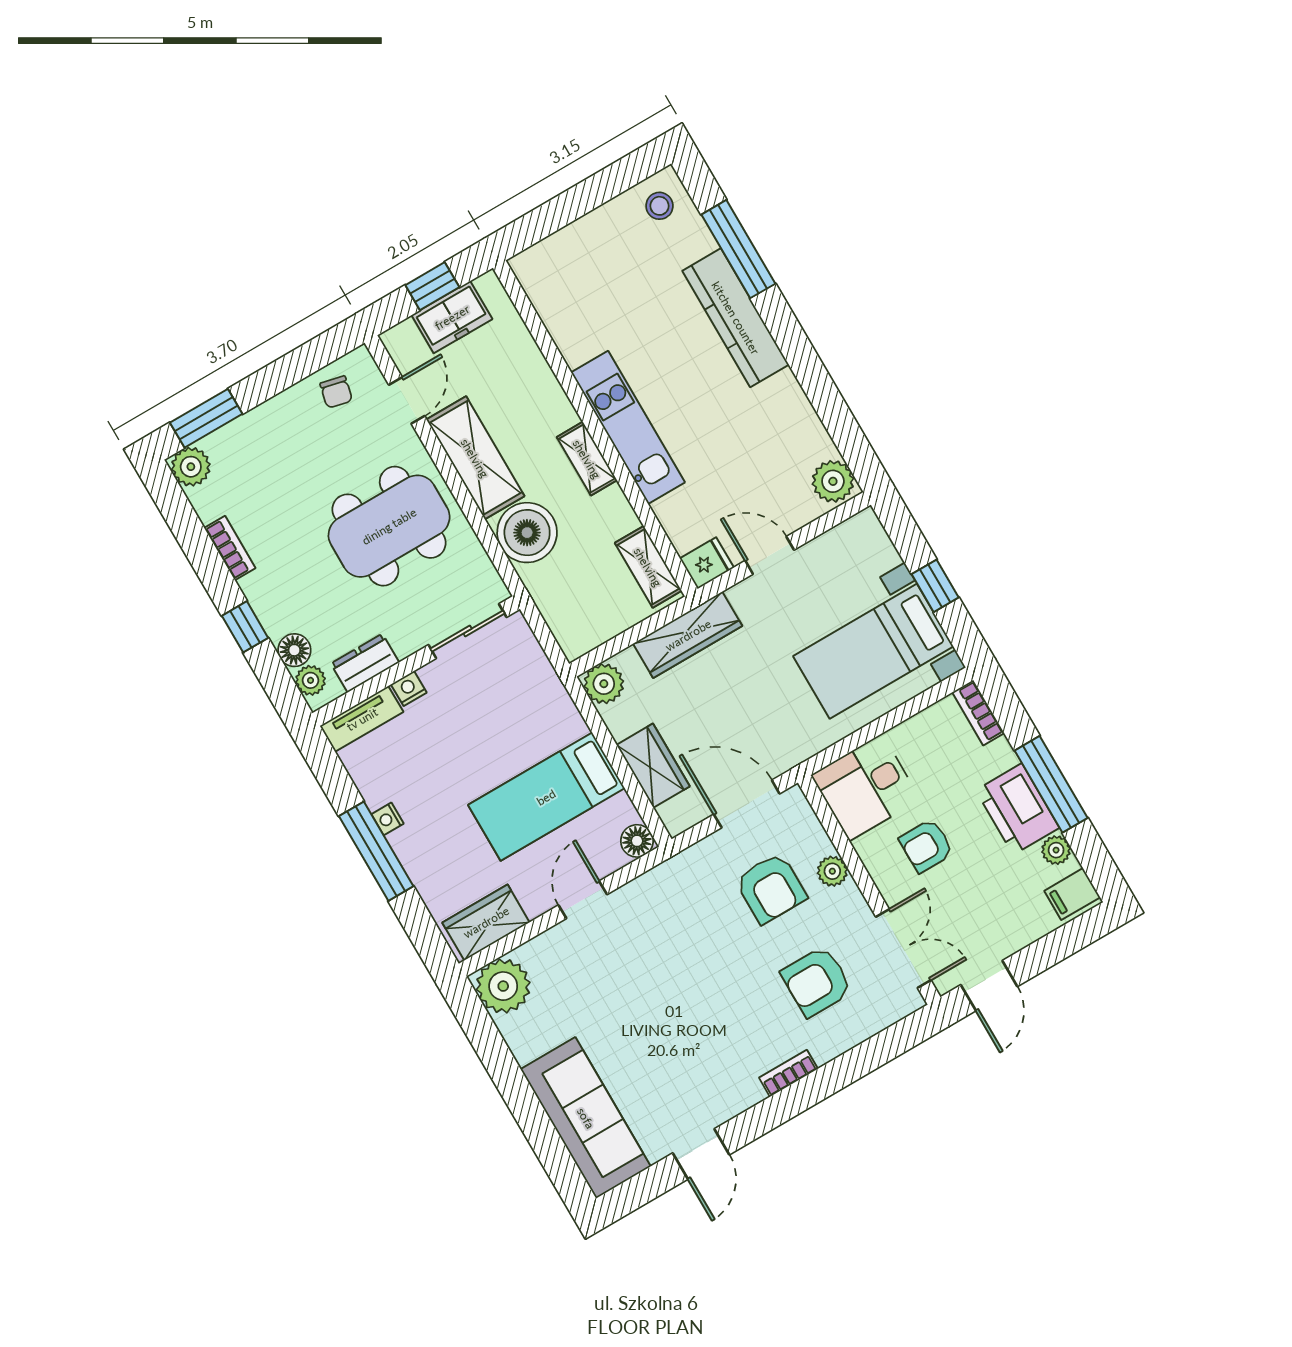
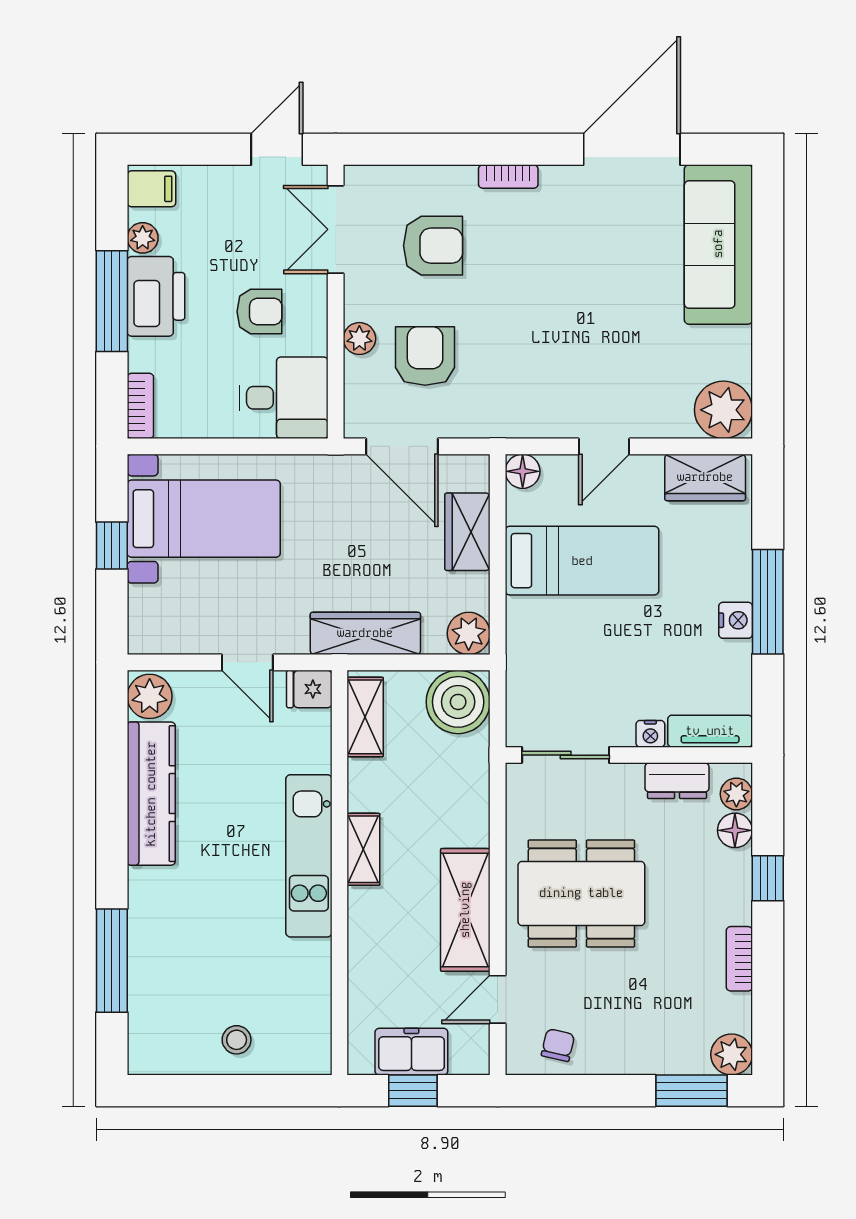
stool: (659, 206) -> (237, 1040), moved
kitchen counter: (736, 318) -> (151, 794), moved
boiler: (527, 533) -> (458, 702), moved
nightstand: (388, 819) -> (736, 620), width x1.39, depth x1.35
door: (701, 1154) -> (632, 149), width x1.88

